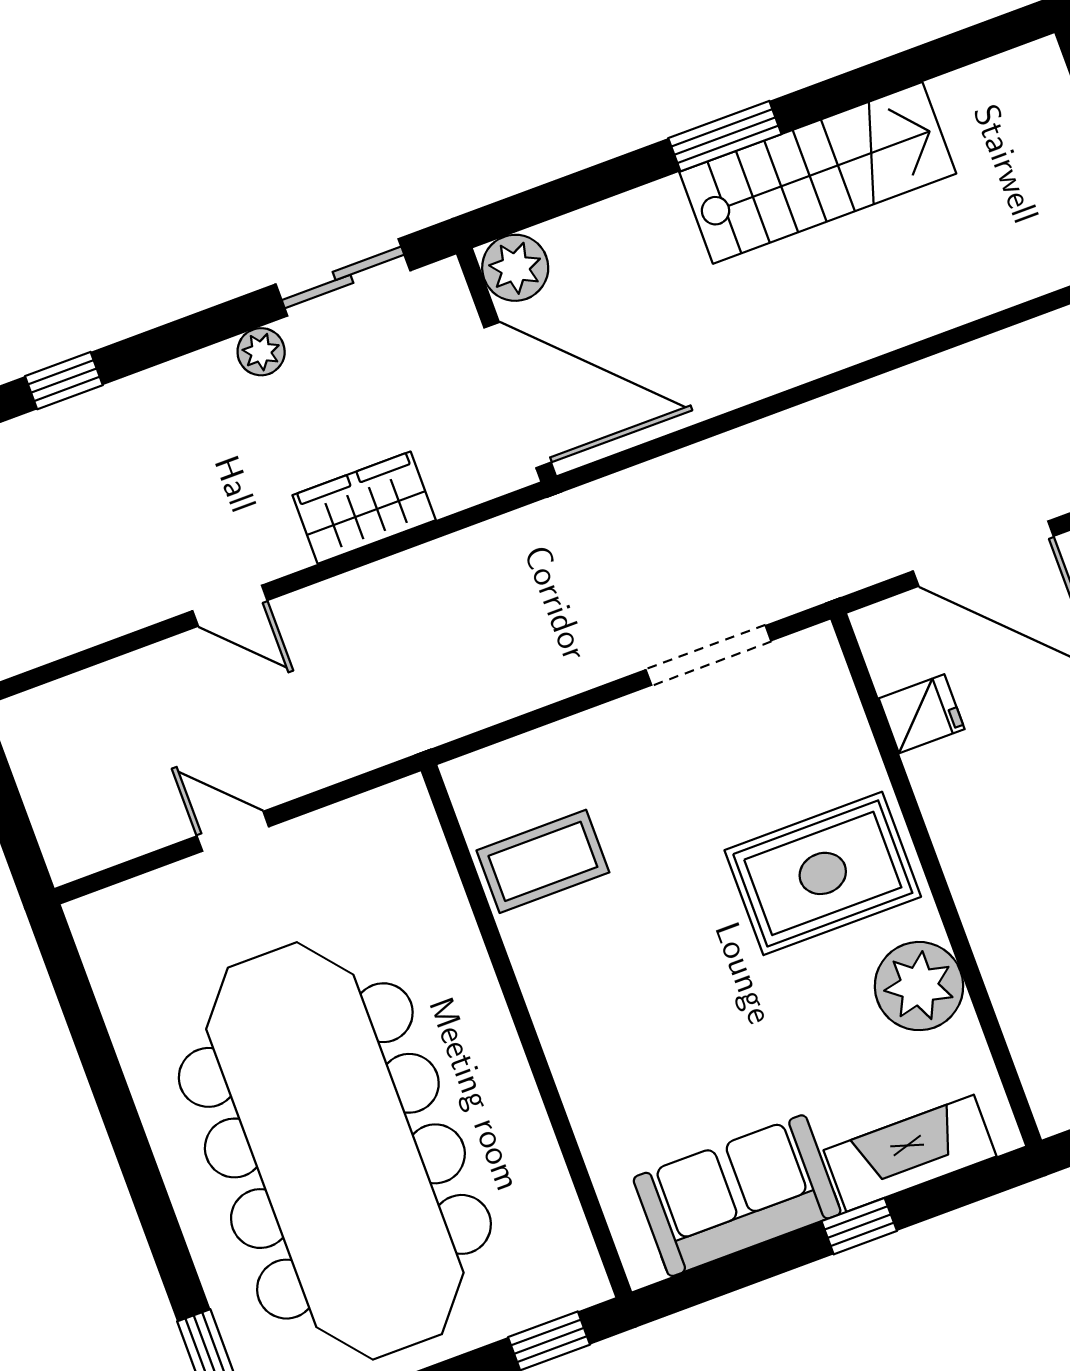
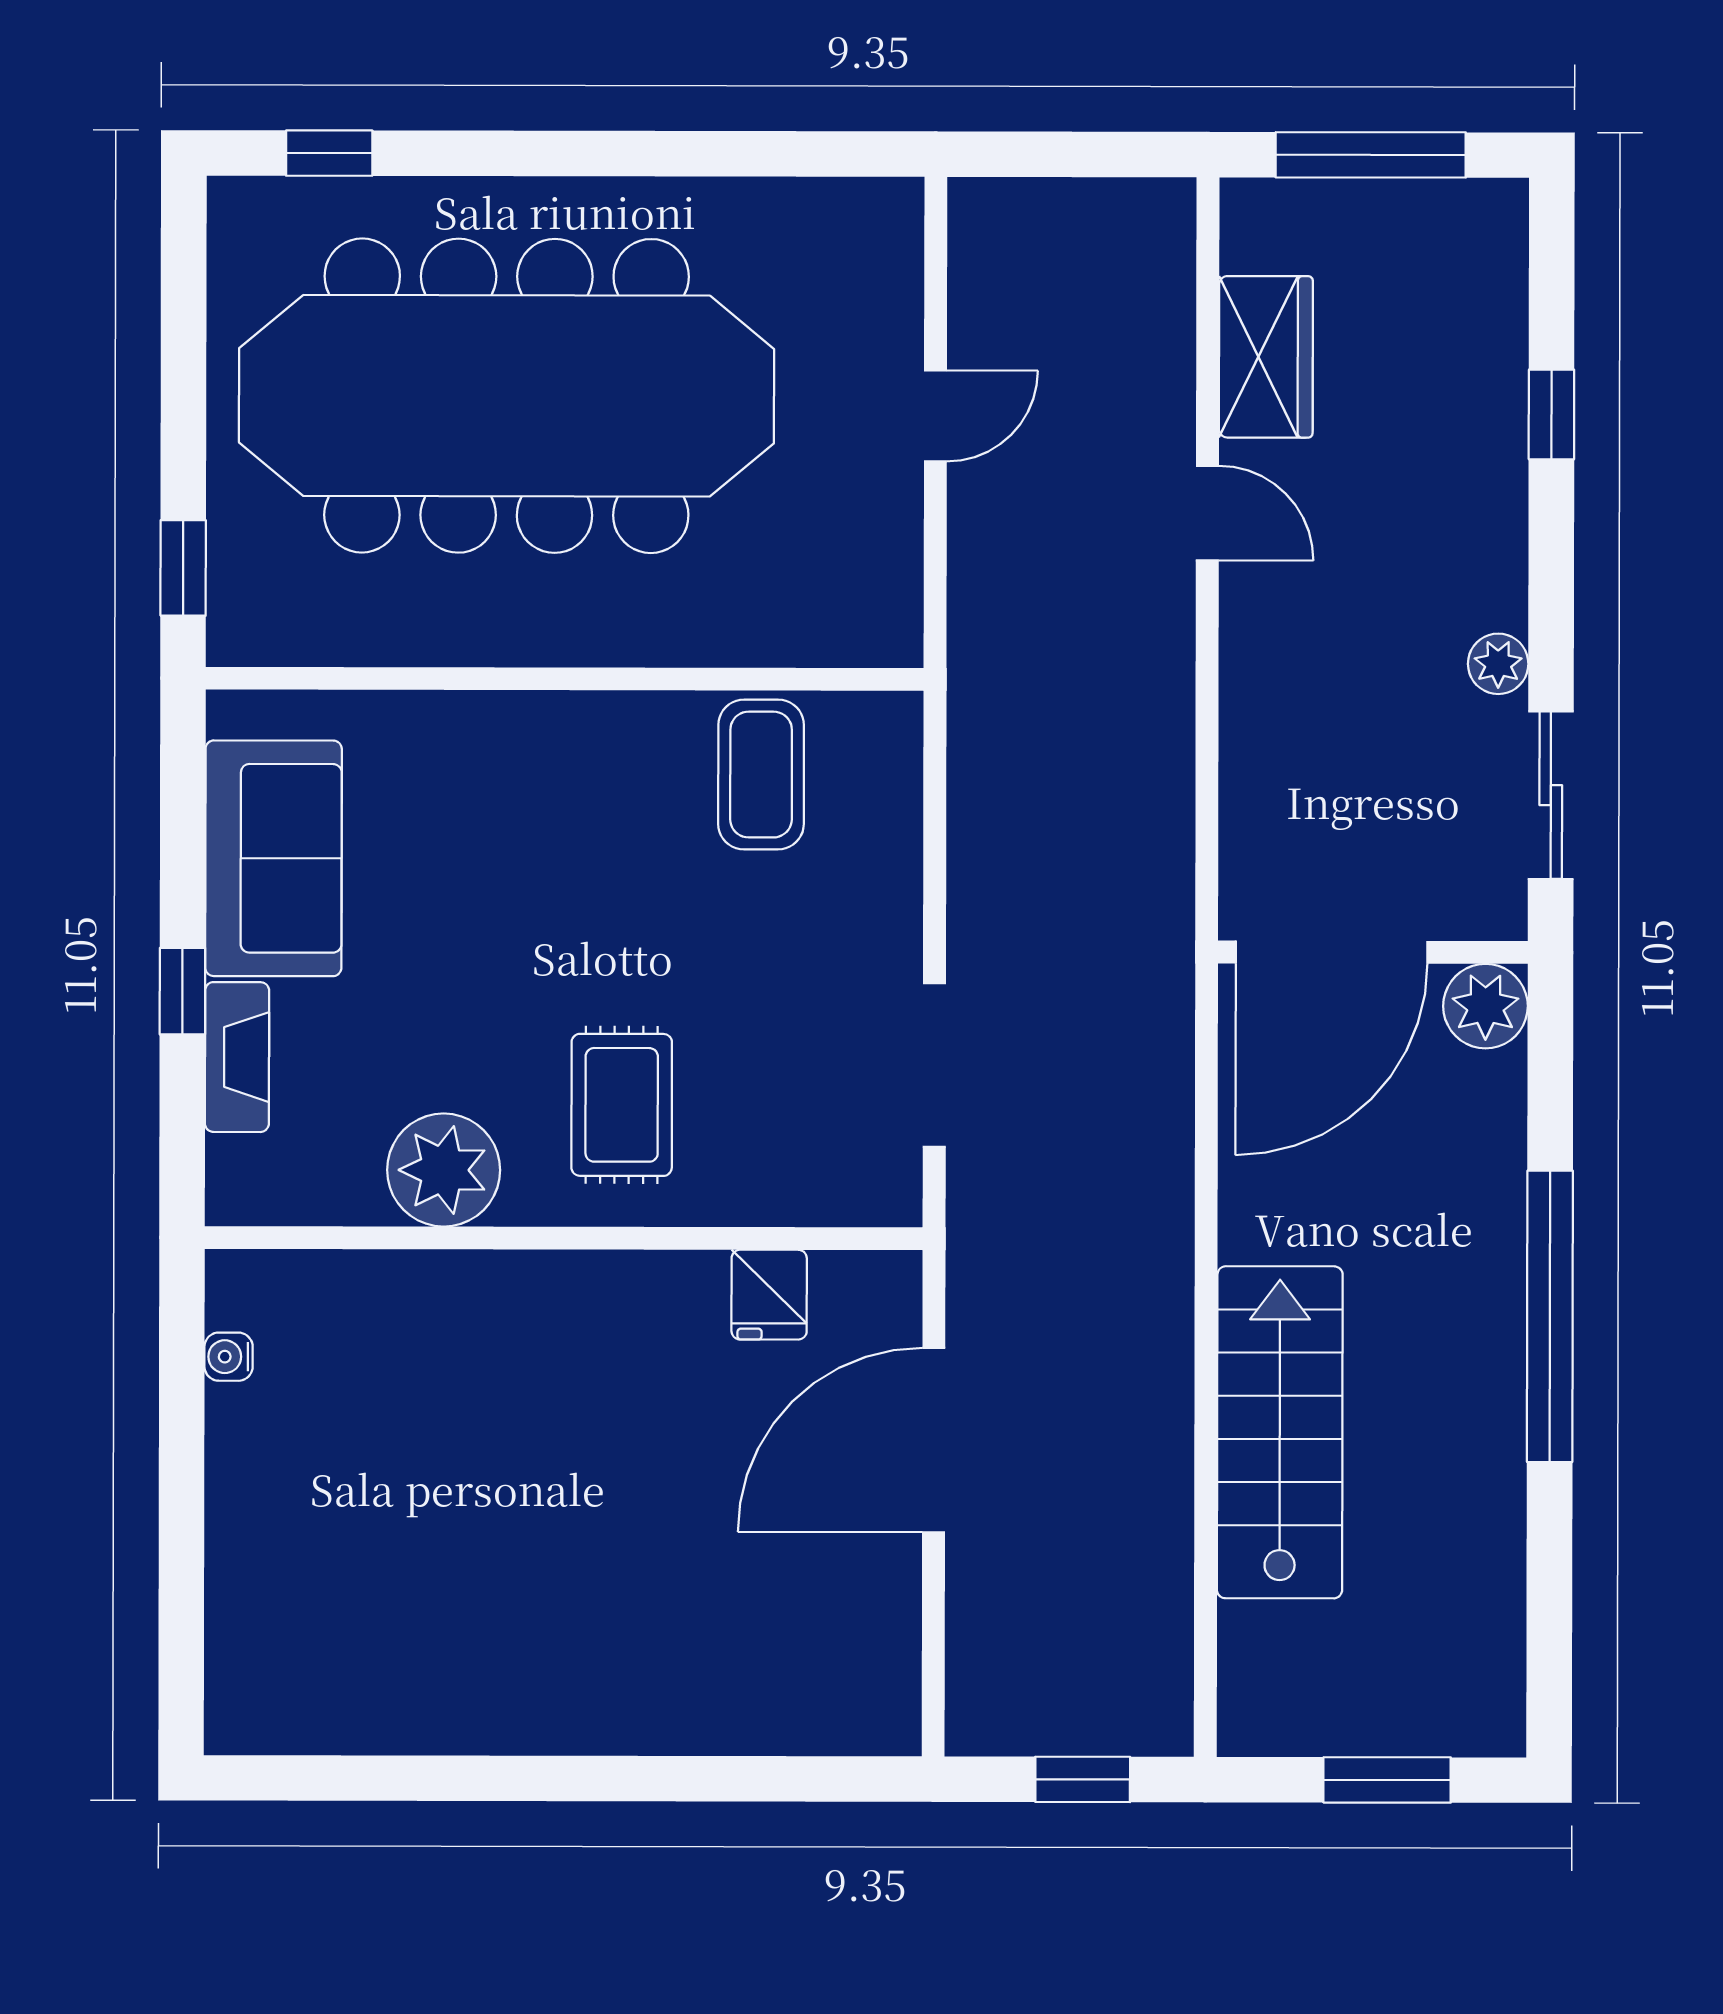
window: (725, 136) -> (1550, 1316), width x2.11
stairs: (818, 173) -> (1280, 1432), moved, turned 180
wardrobe: (364, 508) -> (1266, 357), moved
door: (230, 606) -> (1207, 513), swing flipped
rug: (823, 873) -> (622, 1105), width x0.73, depth x0.70
fireplace: (910, 1153) -> (237, 1057), width x0.73, depth x0.76

